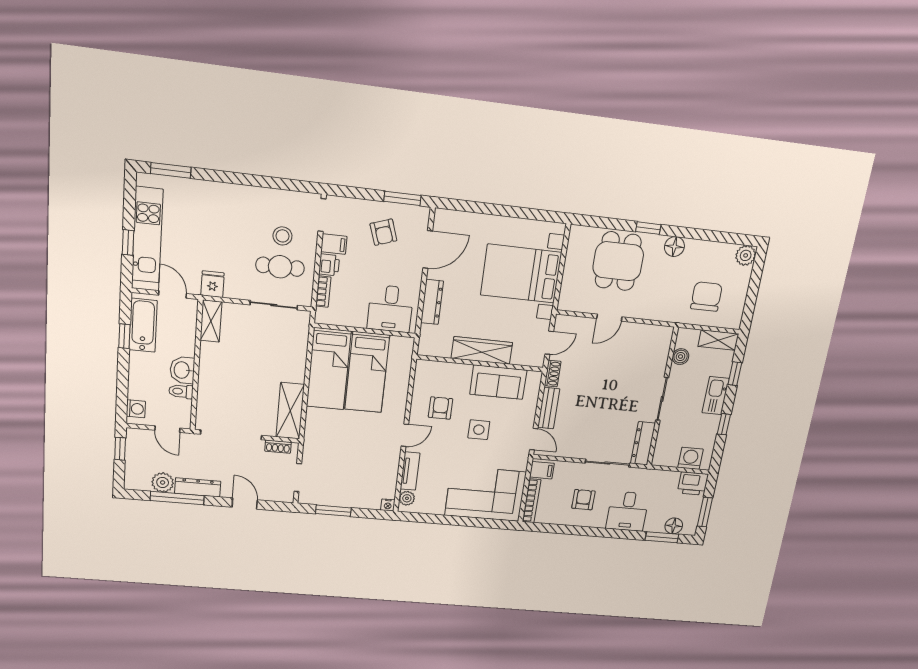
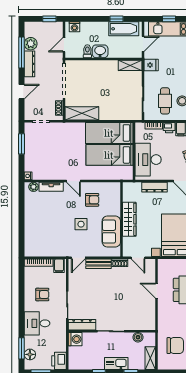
desk: (390, 309) -> (148, 160), width x1.37
washing machine: (690, 458) -> (75, 339), moved
corner sofa: (485, 494) -> (41, 234), removed

